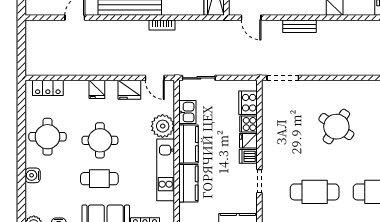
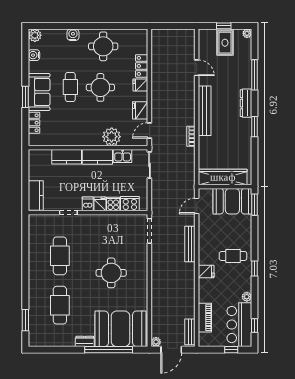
bench: (300, 26) -> (190, 244), width x1.36
locker: (48, 88) -> (142, 66), moved
round table: (336, 127) -> (111, 273), turned -33
kitchen unit: (166, 170) -> (77, 139), removed

